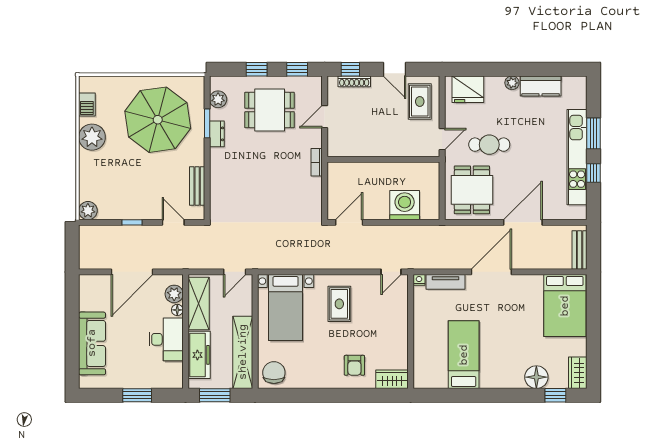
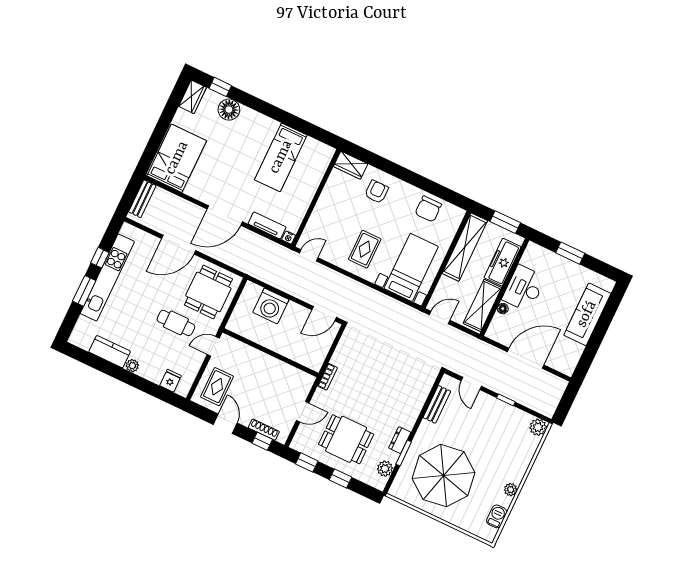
fridge: (468, 89) -> (170, 381), width x0.53, depth x0.75
plant: (92, 137) -> (511, 490), width x0.53, depth x0.53
plant: (174, 294) -> (499, 323), removed
chair: (274, 373) -> (428, 209), moved

